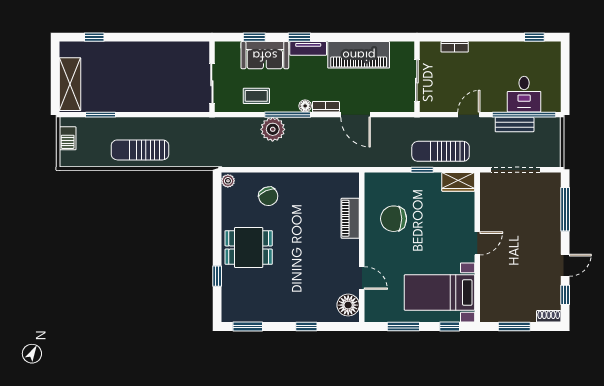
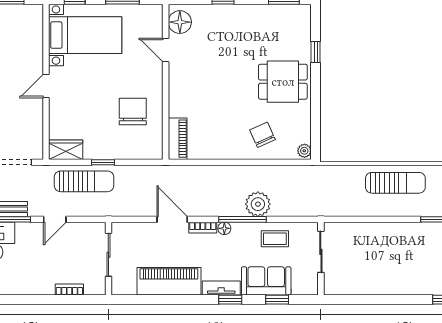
piano: (350, 218) -> (178, 139), moved
chair: (394, 219) -> (133, 112), turned -90

